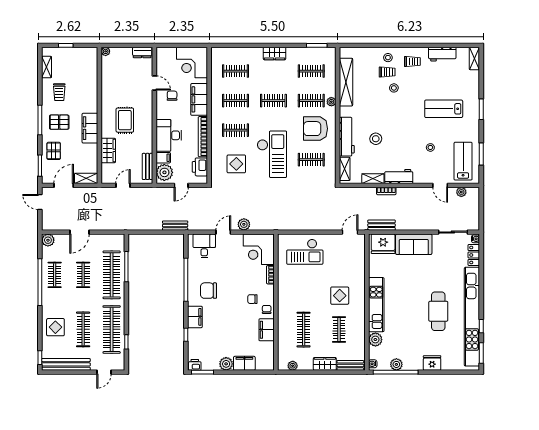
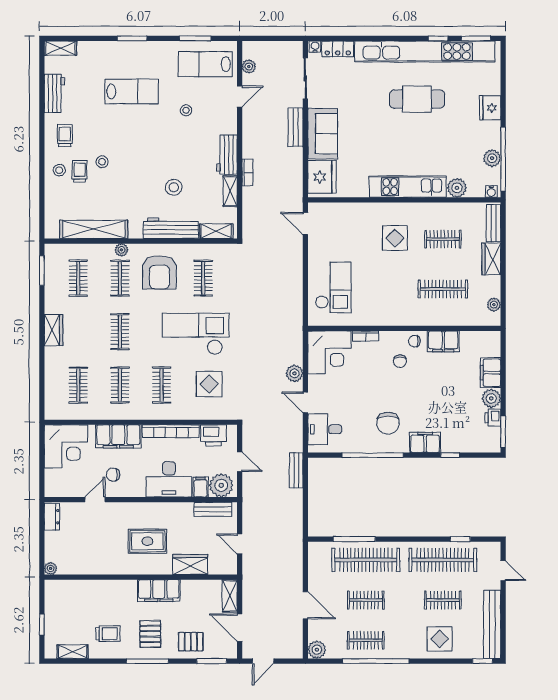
lab bench: (444, 109) -> (131, 91), turned -90
bench: (382, 225) -> (296, 127), moved
clothes rail: (83, 329) -> (443, 600), width x0.73
printer: (195, 365) -> (493, 418), moved

